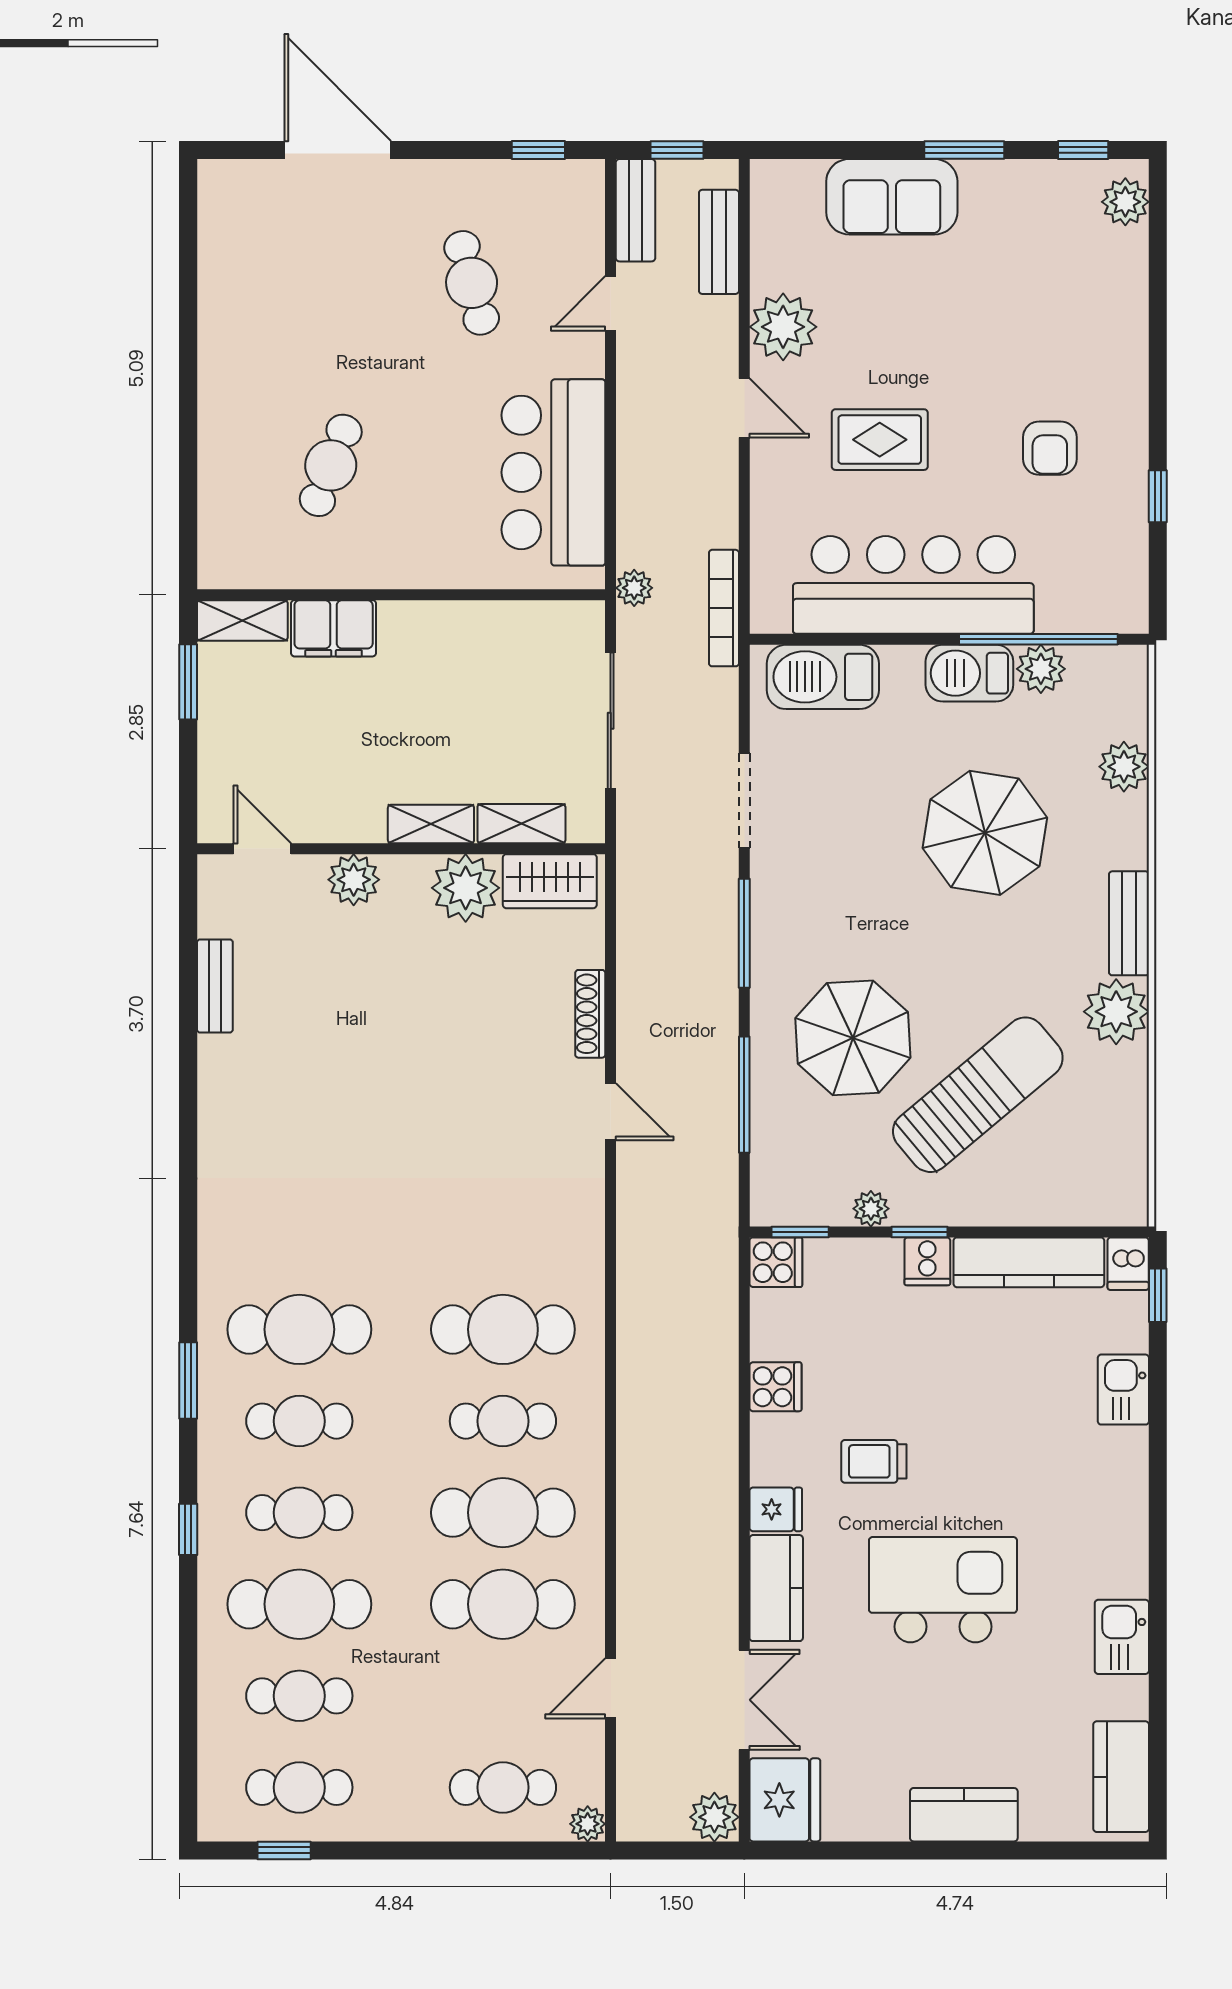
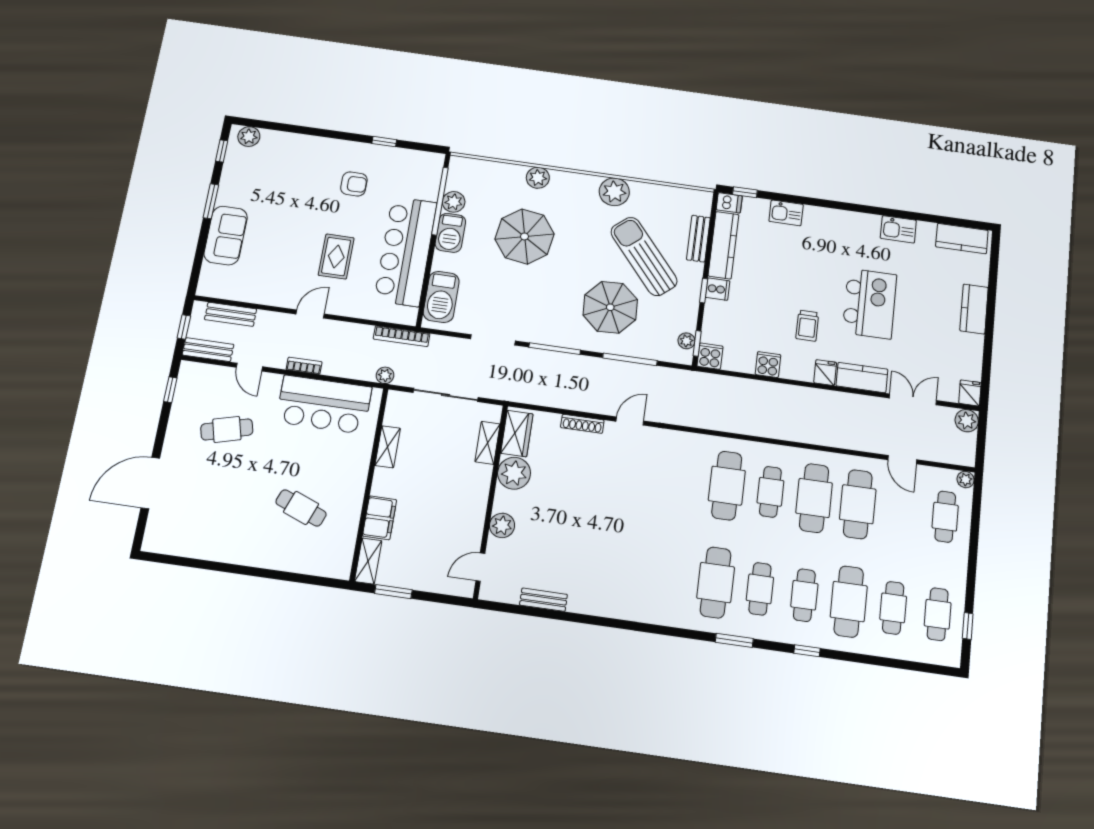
plant: (783, 327) -> (276, 292), removed
bookcase: (630, 416) -> (304, 366), added
plant: (1124, 767) -> (538, 178), moved
shelving: (431, 824) -> (388, 447), moved
bench: (1129, 923) -> (698, 239), moved, turned 90
plant: (871, 1209) -> (686, 341), moved
kitchen island: (943, 1590) -> (870, 304), turned 180
fridge: (785, 1800) -> (970, 393), width x0.53, depth x0.75

